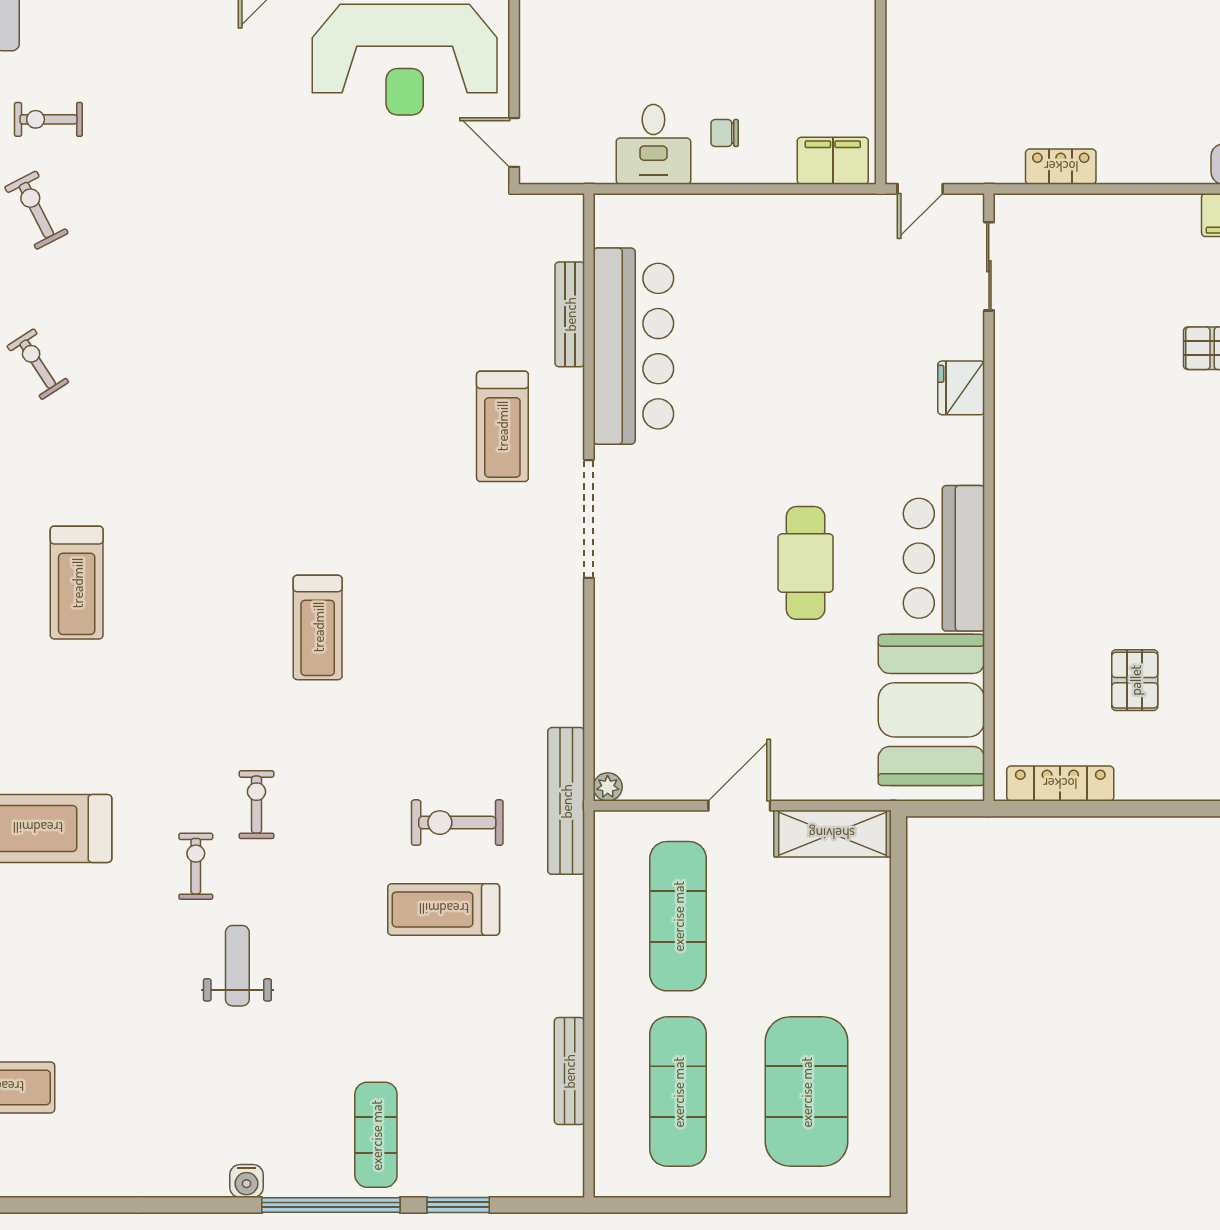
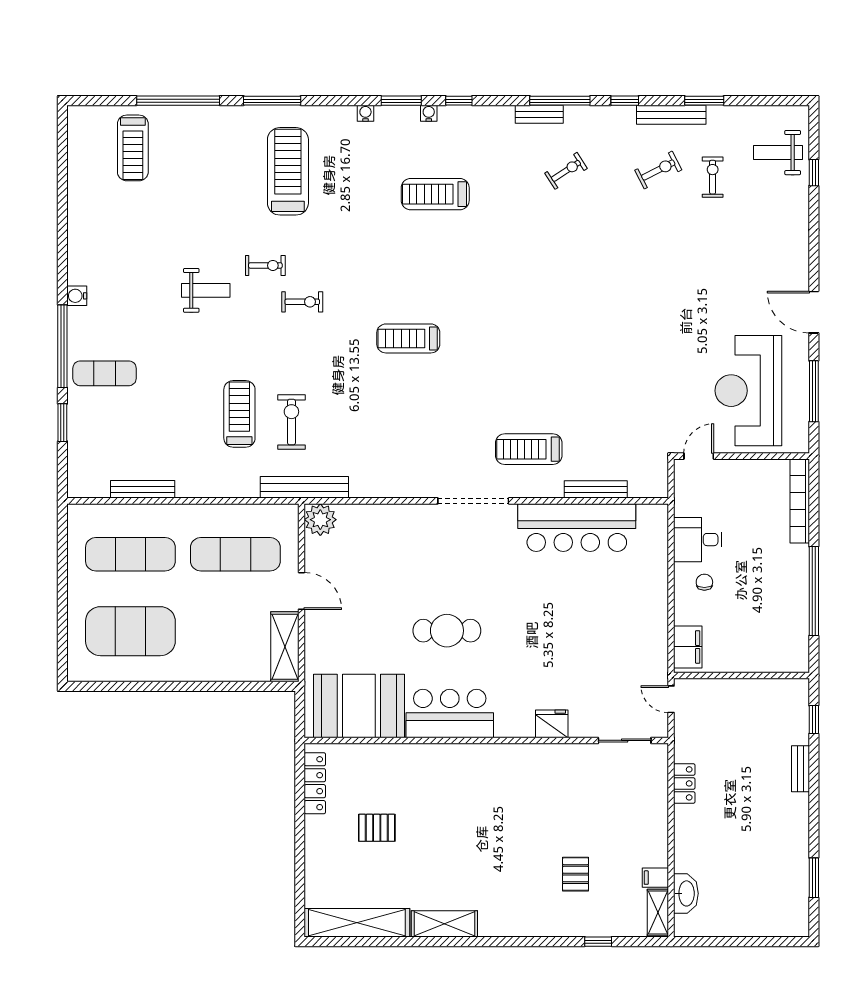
plant: (608, 787) -> (320, 520), width x1.88, depth x1.88

